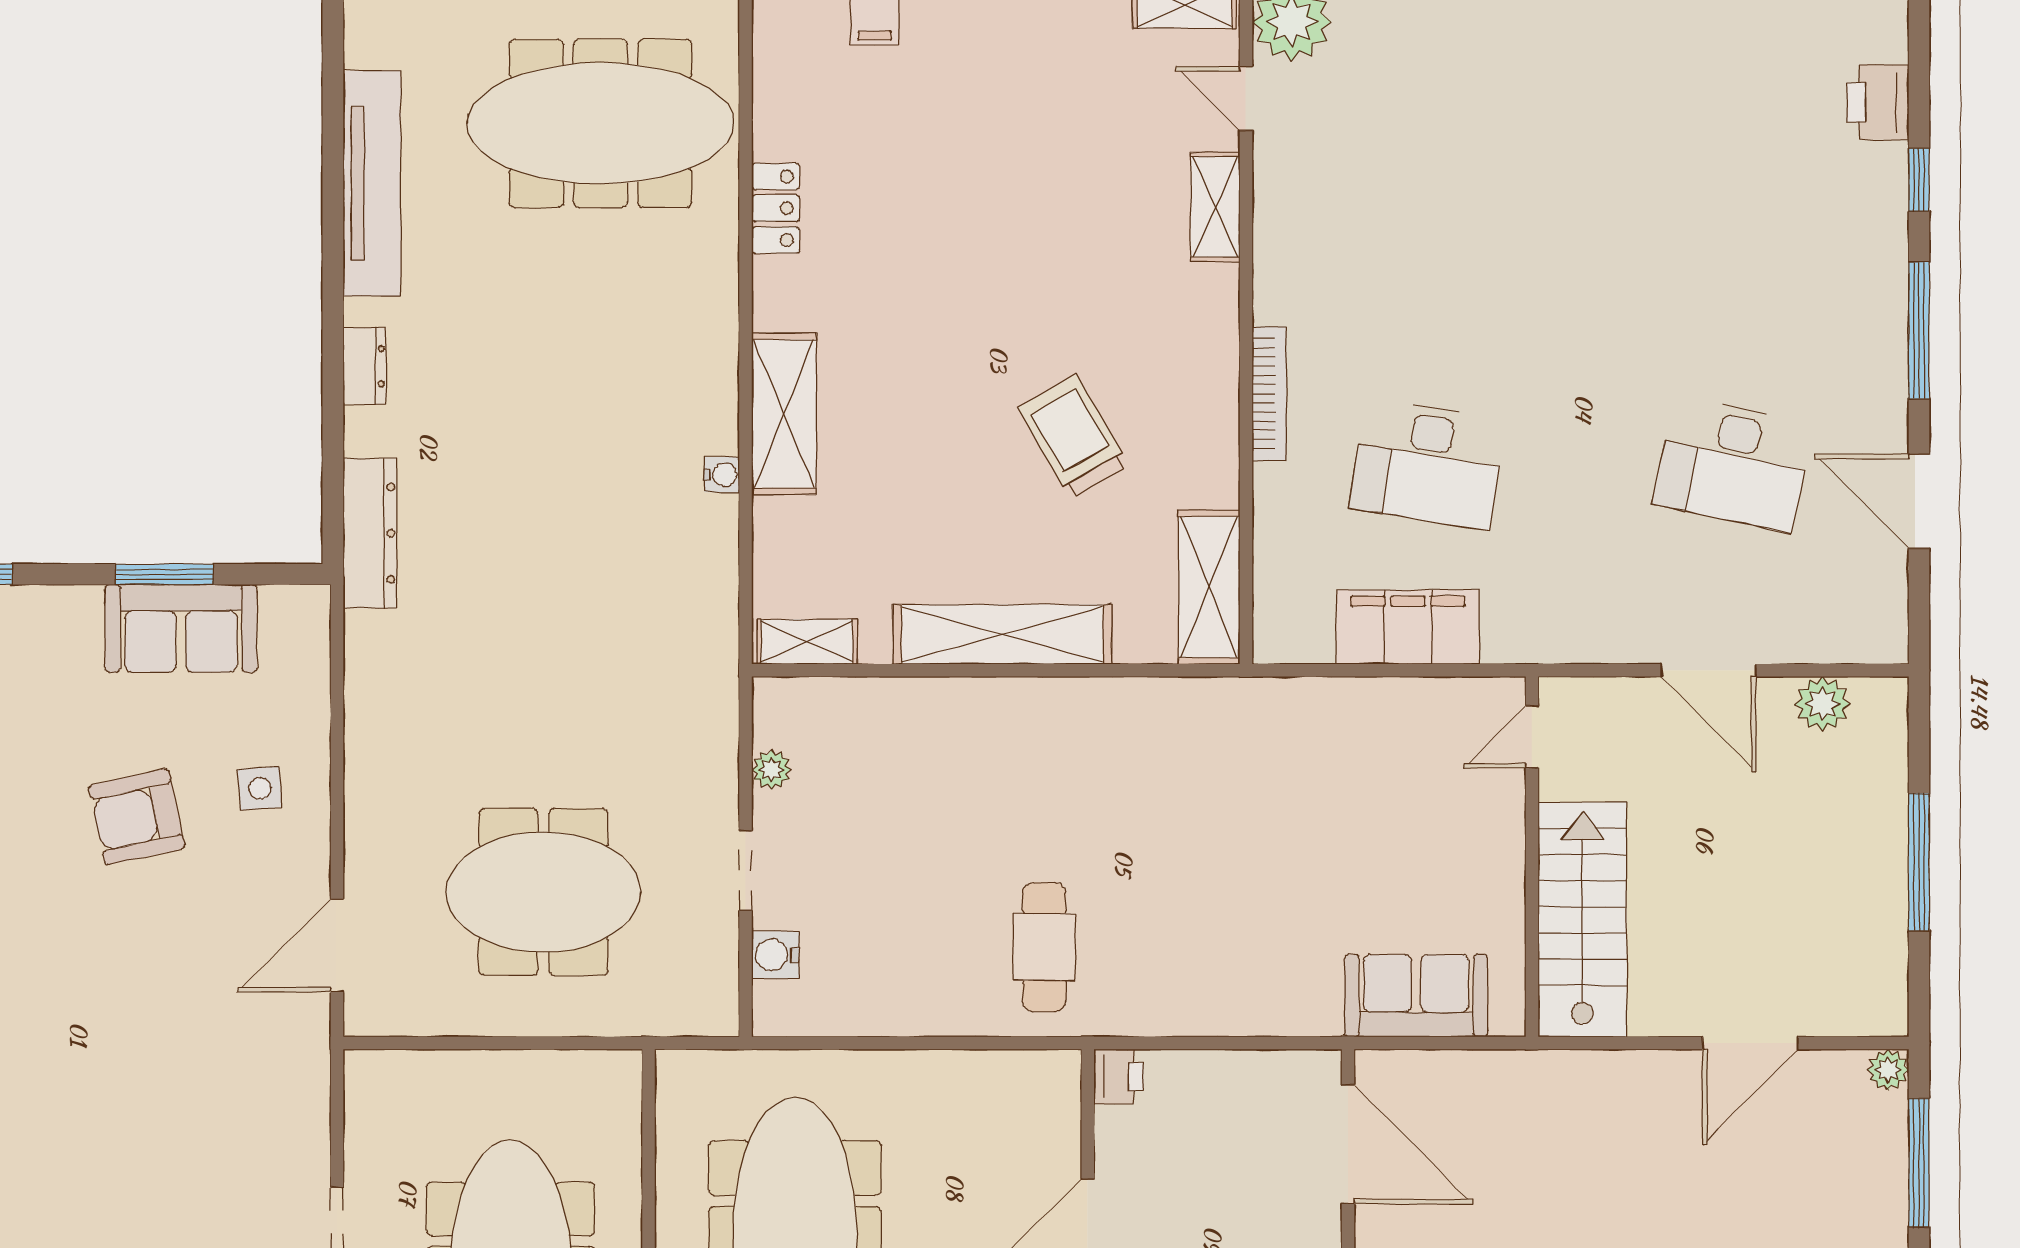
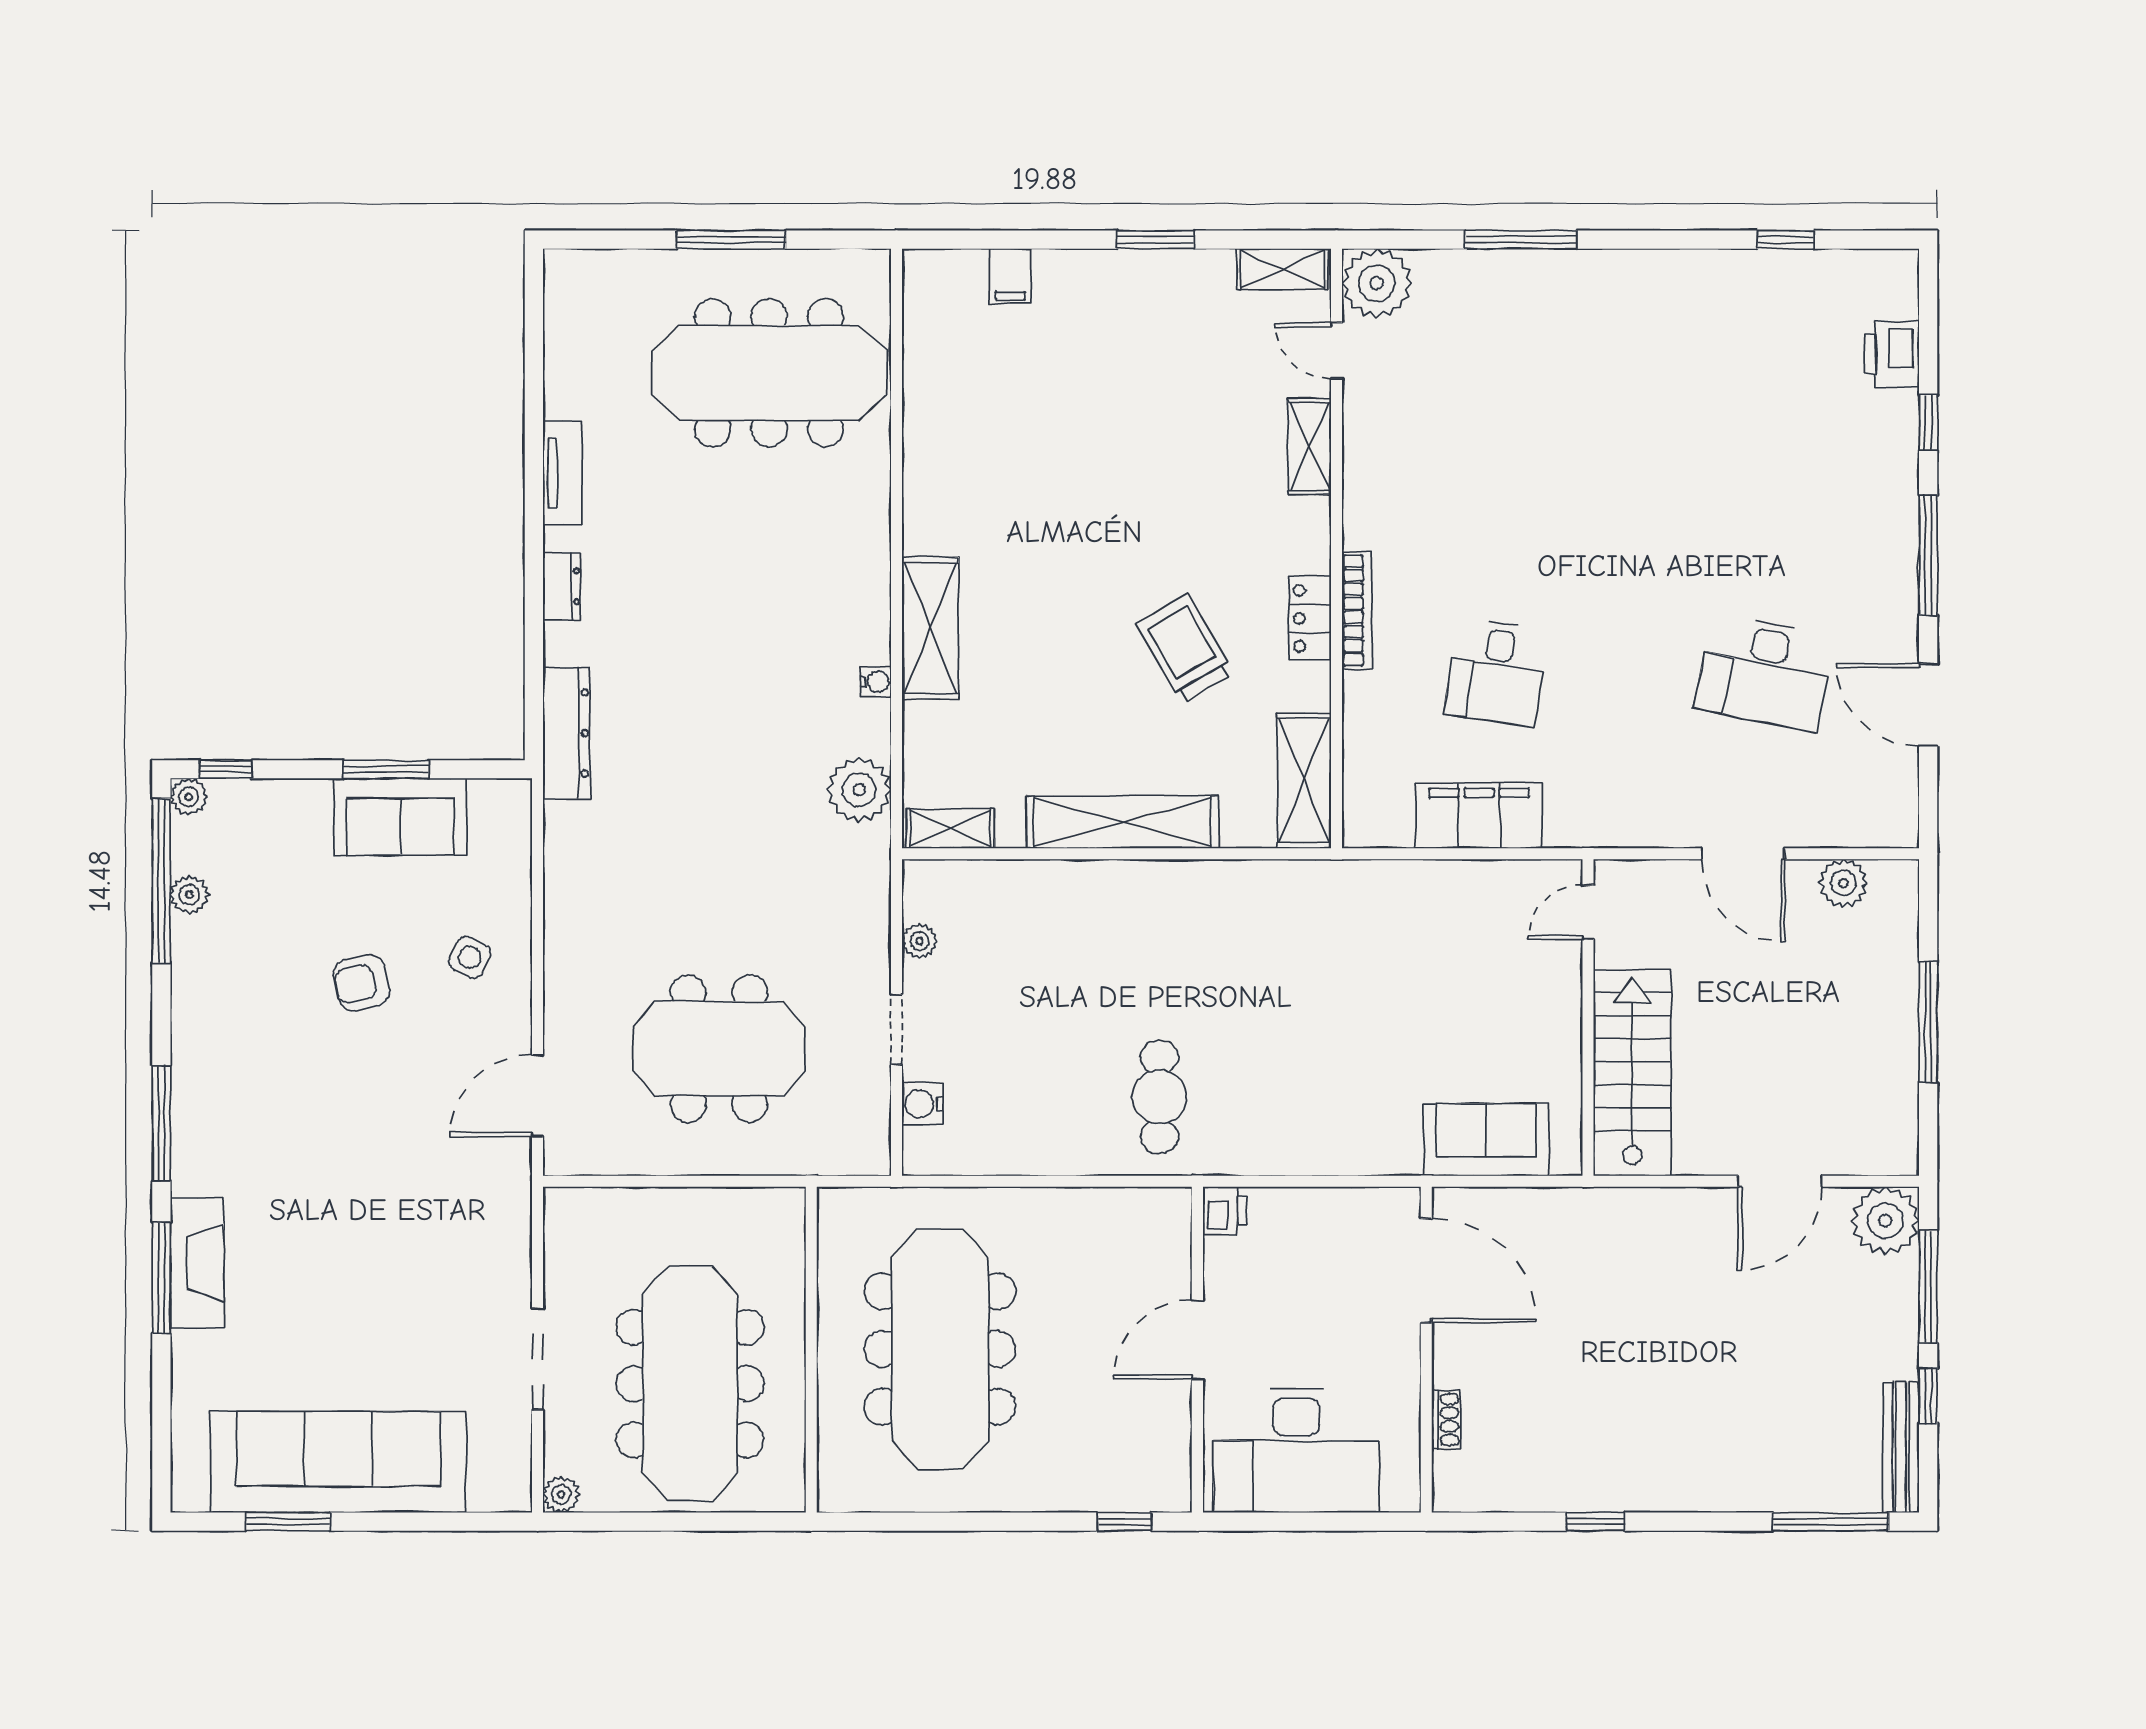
tv unit: (372, 183) -> (563, 473), width x0.52, depth x0.78
locker: (776, 208) -> (1310, 618), moved, turned 180
desk: (1428, 464) -> (1496, 672), width x0.73
plant: (703, 598) -> (859, 790), added
side table: (260, 788) -> (470, 957), turned 30
armchair: (137, 817) -> (362, 983), width x0.72, depth x0.72
plant: (1888, 1070) -> (1885, 1221), width x1.87, depth x1.87

